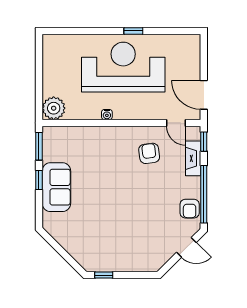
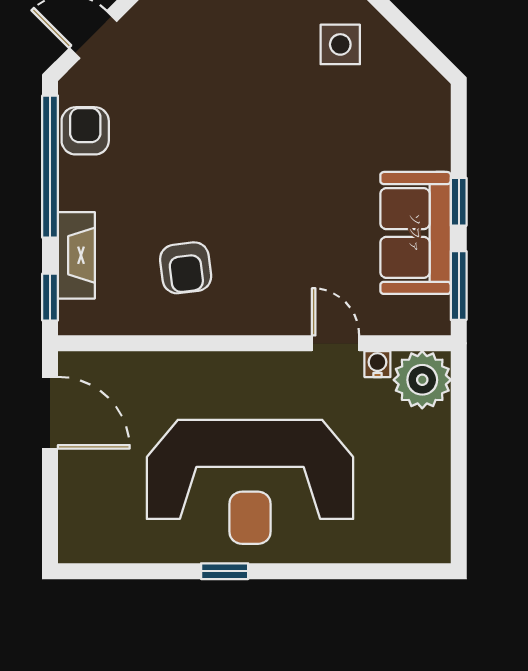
water cooler: (107, 115) -> (377, 364), moved
door: (176, 123) -> (336, 343), moved
sofa: (56, 187) -> (416, 233), moved
side table: (87, 243) -> (340, 44), added

